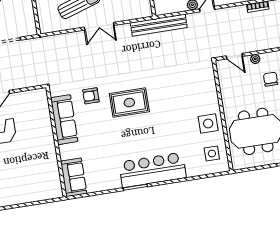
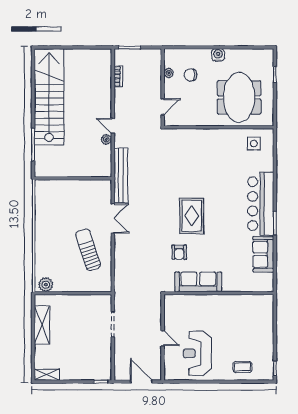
double door: (99, 26) -> (113, 218), moved
plant: (255, 59) -> (169, 73), moved
side table: (208, 123) -> (224, 142), removed
sofa: (74, 177) -> (263, 254), moved, turned -90

